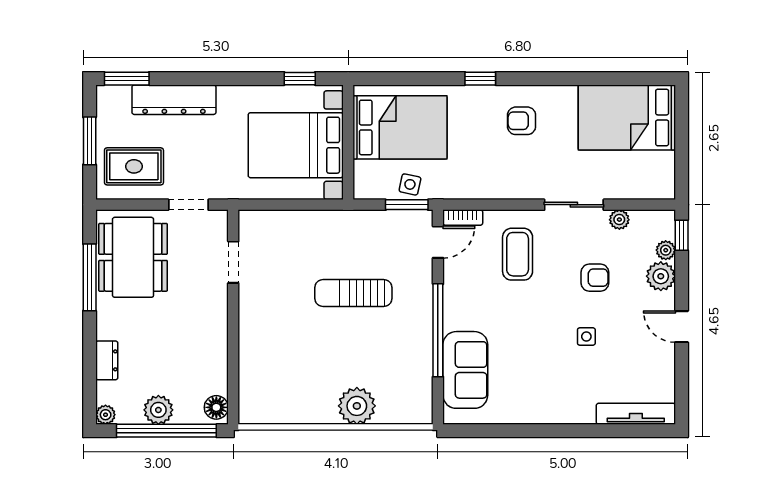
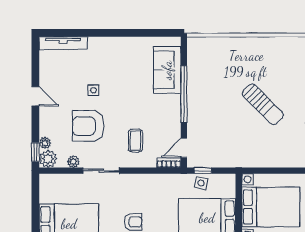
window: (407, 205) -> (203, 171), width x0.67
coffee table: (518, 254) -> (135, 140), width x0.73, depth x0.77
plant: (661, 276) -> (48, 159), moved
armchair: (595, 278) -> (88, 126), width x1.88, depth x1.88
sun lounger: (353, 293) -> (263, 104), moved, turned 45
plant: (357, 406) -> (233, 48), removed

